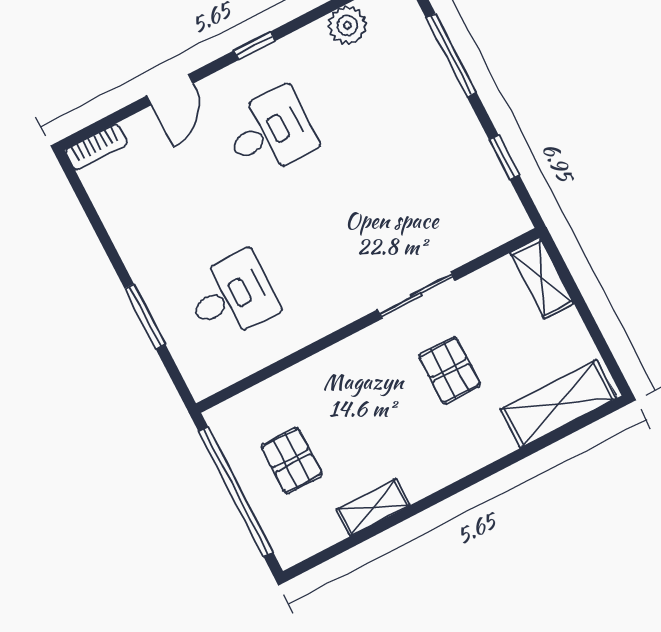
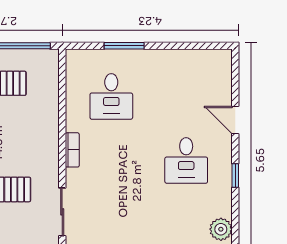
bookcase: (96, 147) -> (72, 150), moved, turned 180
sliding door: (416, 295) -> (62, 212), moved

